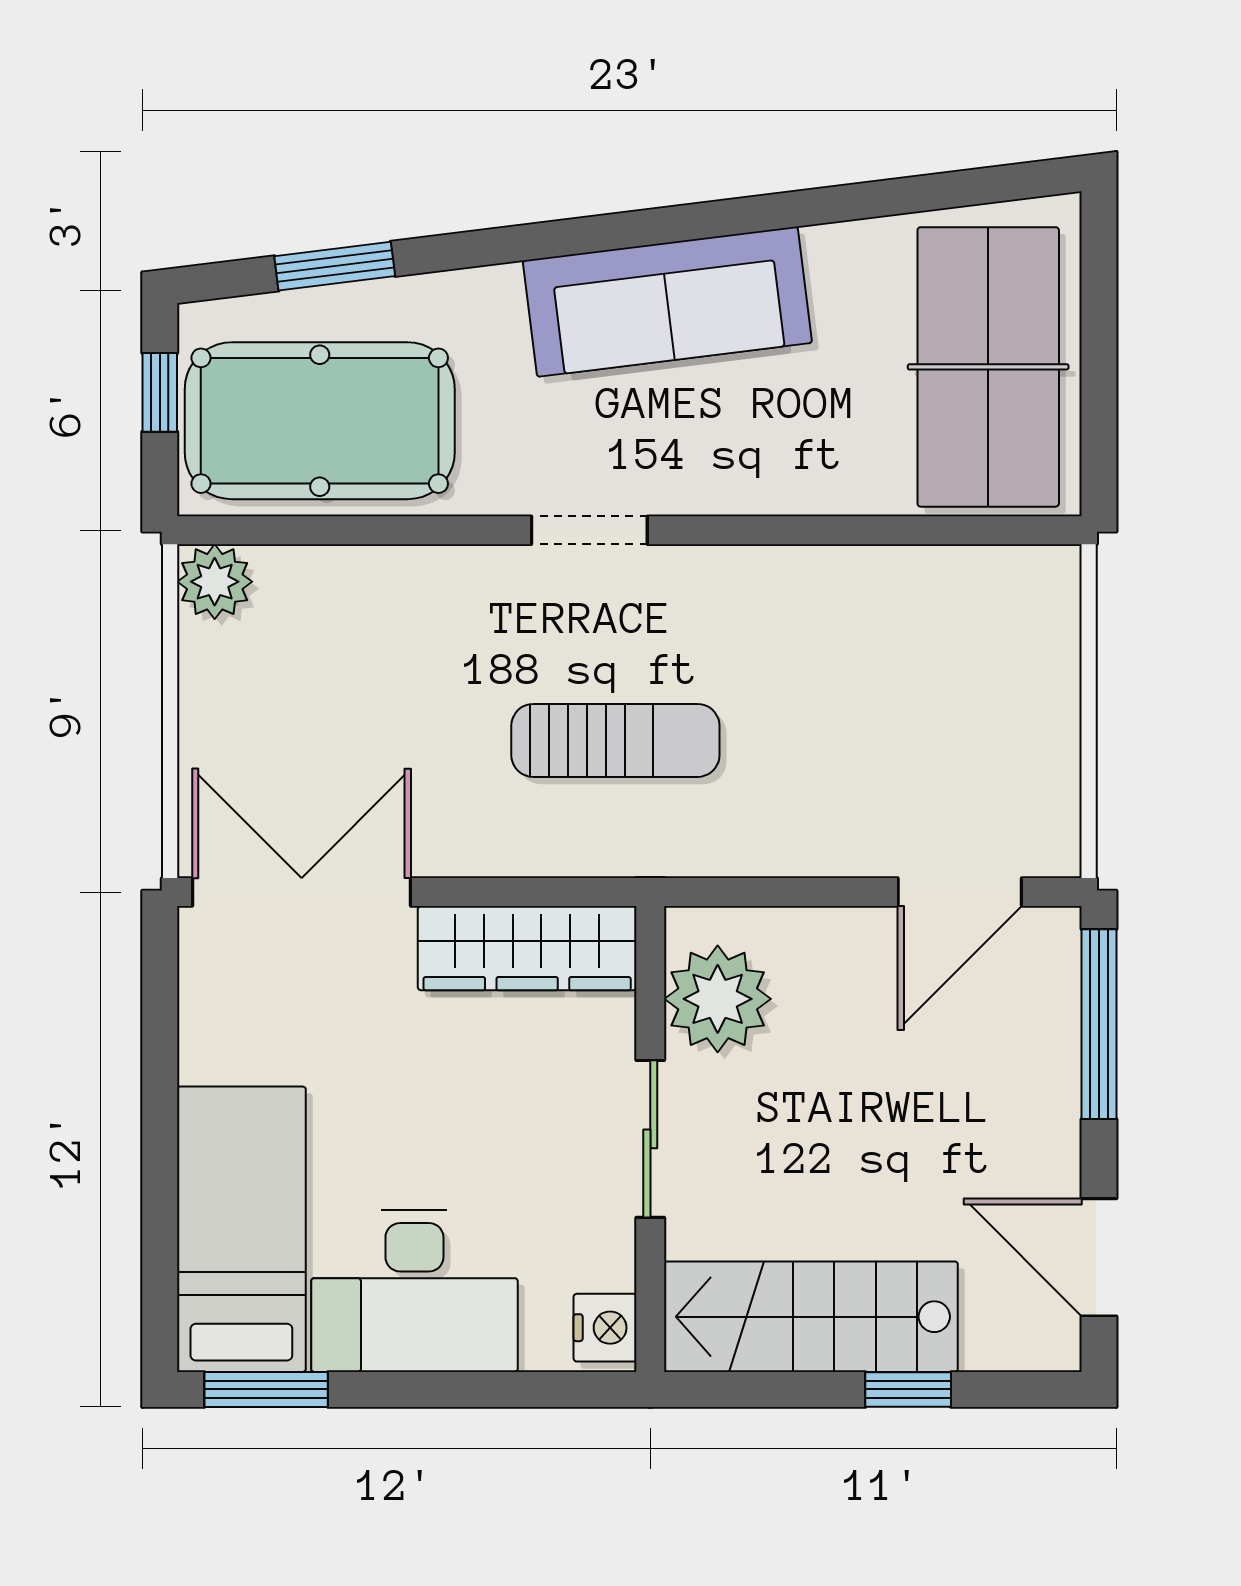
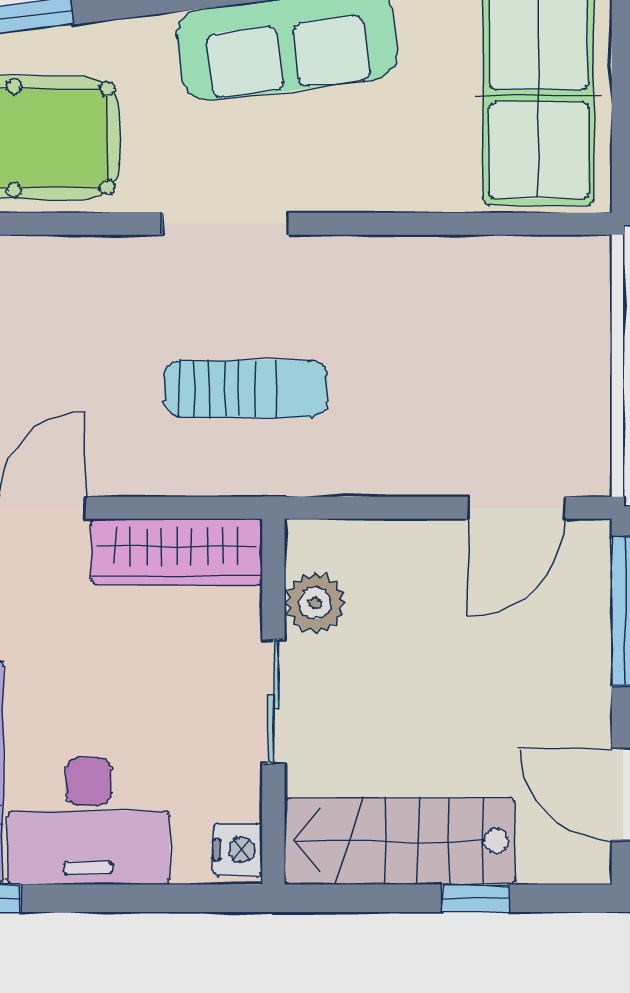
doorway: (589, 530) -> (226, 224), width x1.38
plant: (718, 999) -> (315, 603), width x0.73, depth x0.73

